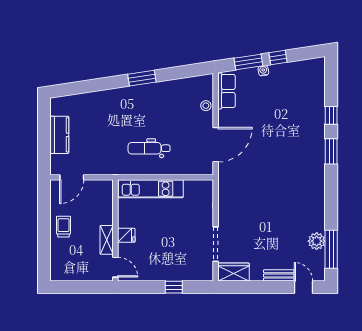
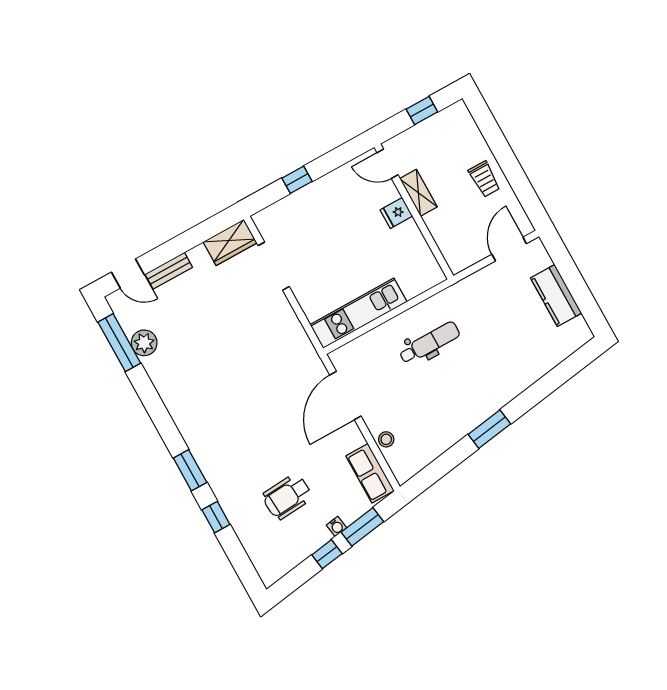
wheelchair: (283, 104) -> (287, 497), added
kitchen unit: (151, 189) -> (359, 313), moved
window: (78, 287) -> (422, 110), added

